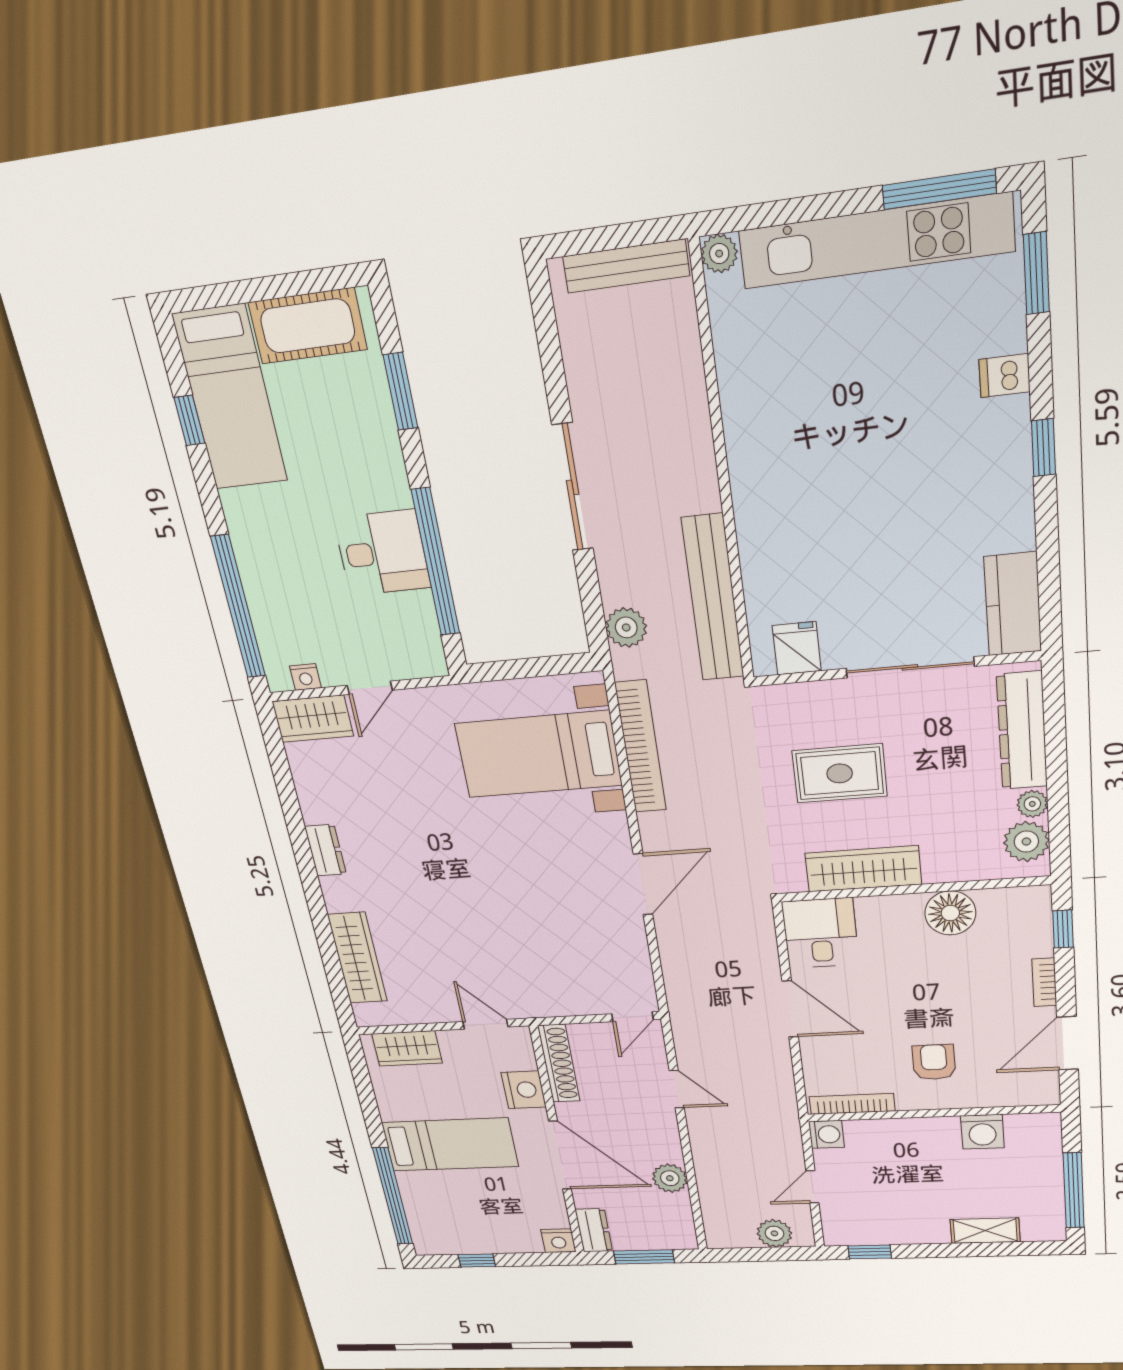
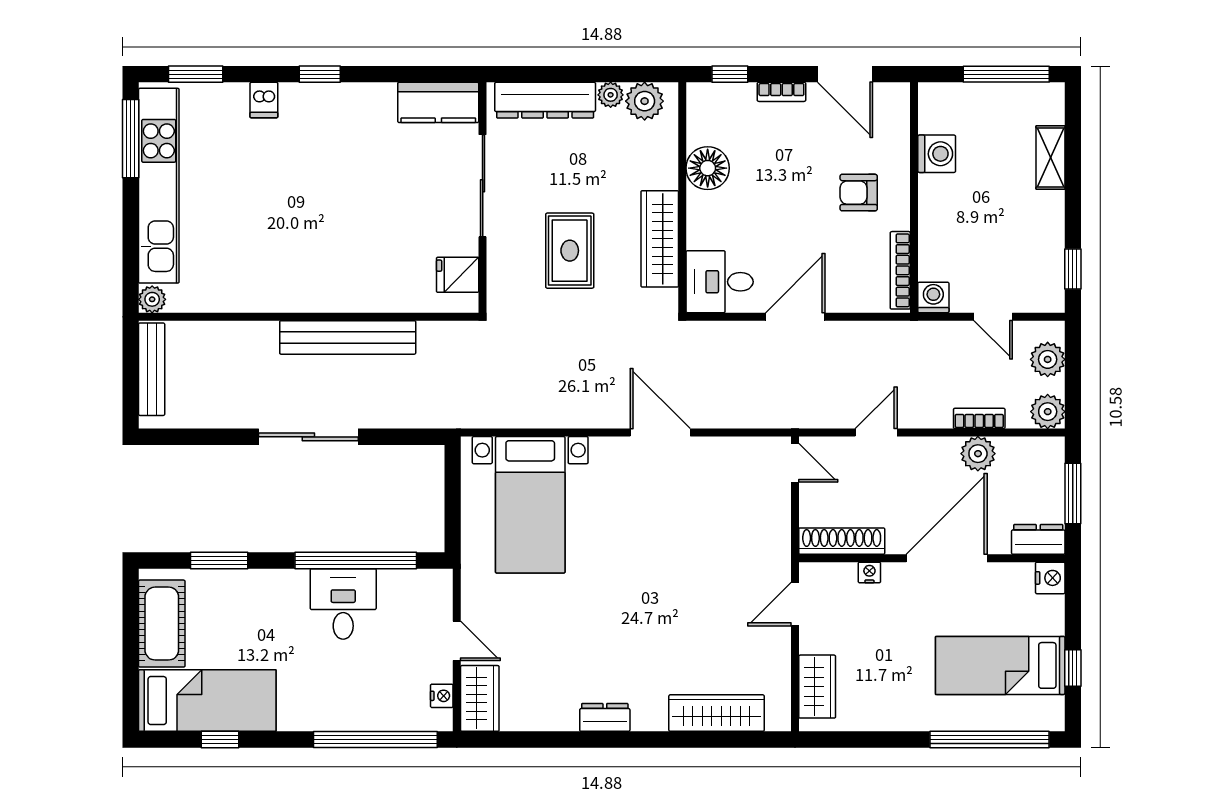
bench: (713, 598) -> (348, 337), moved
plant: (626, 627) -> (1048, 412), moved
bookcase: (641, 747) -> (979, 418), moved, width x0.43, depth x0.76
nightstand: (524, 1090) -> (869, 572), width x0.53, depth x0.56
bed: (450, 1144) -> (1000, 665), moved, turned -90

